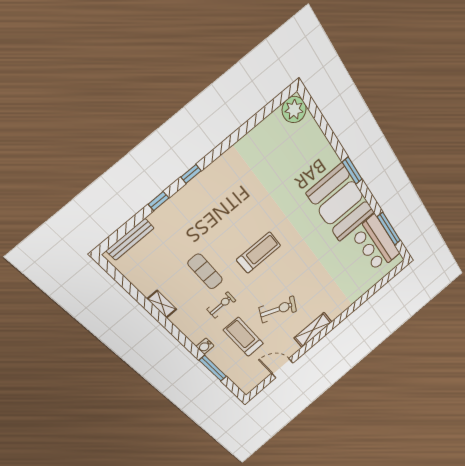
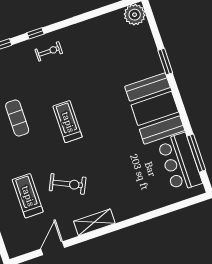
window: (352, 171) -> (165, 62), moved
treadmill: (259, 253) -> (68, 122), turned -90
exercise bike: (221, 305) -> (49, 51), moved
door: (282, 368) -> (53, 248), hinge flipped

